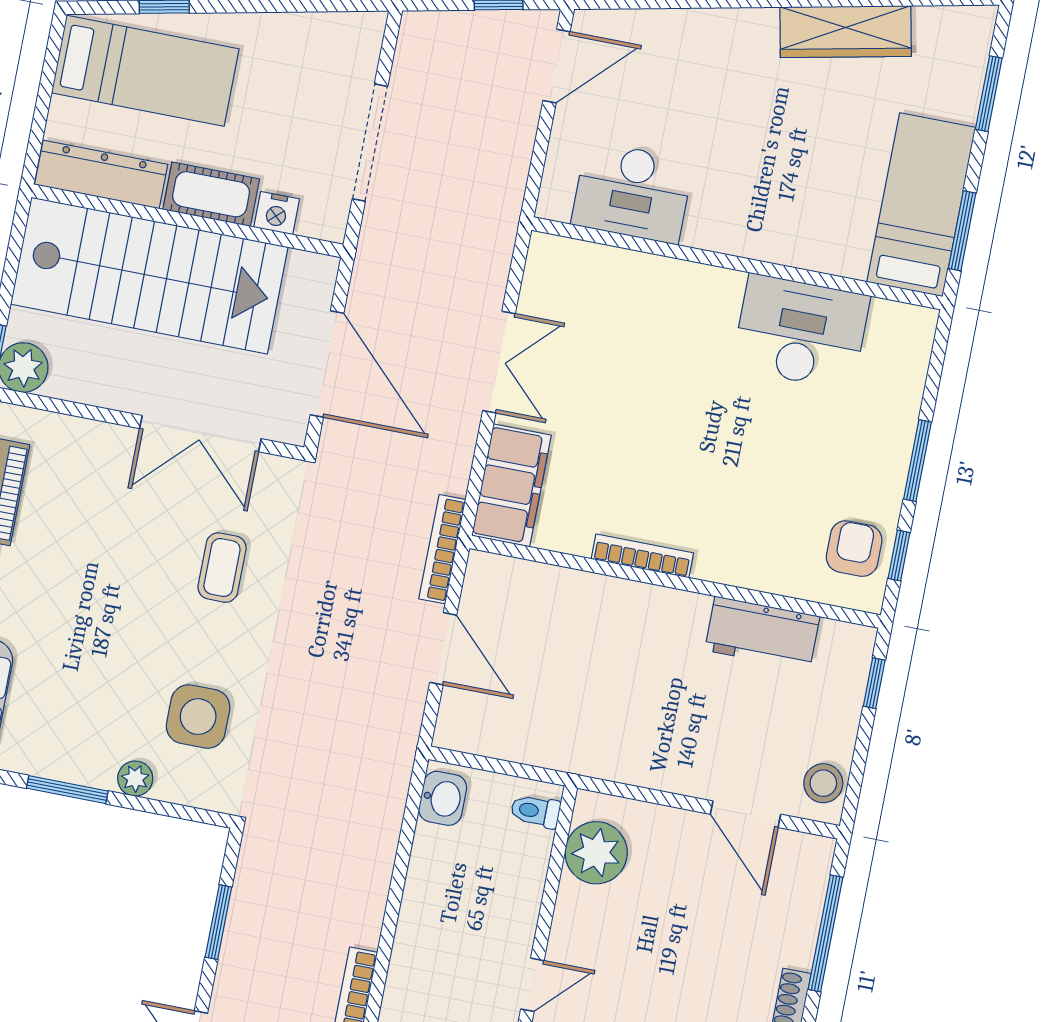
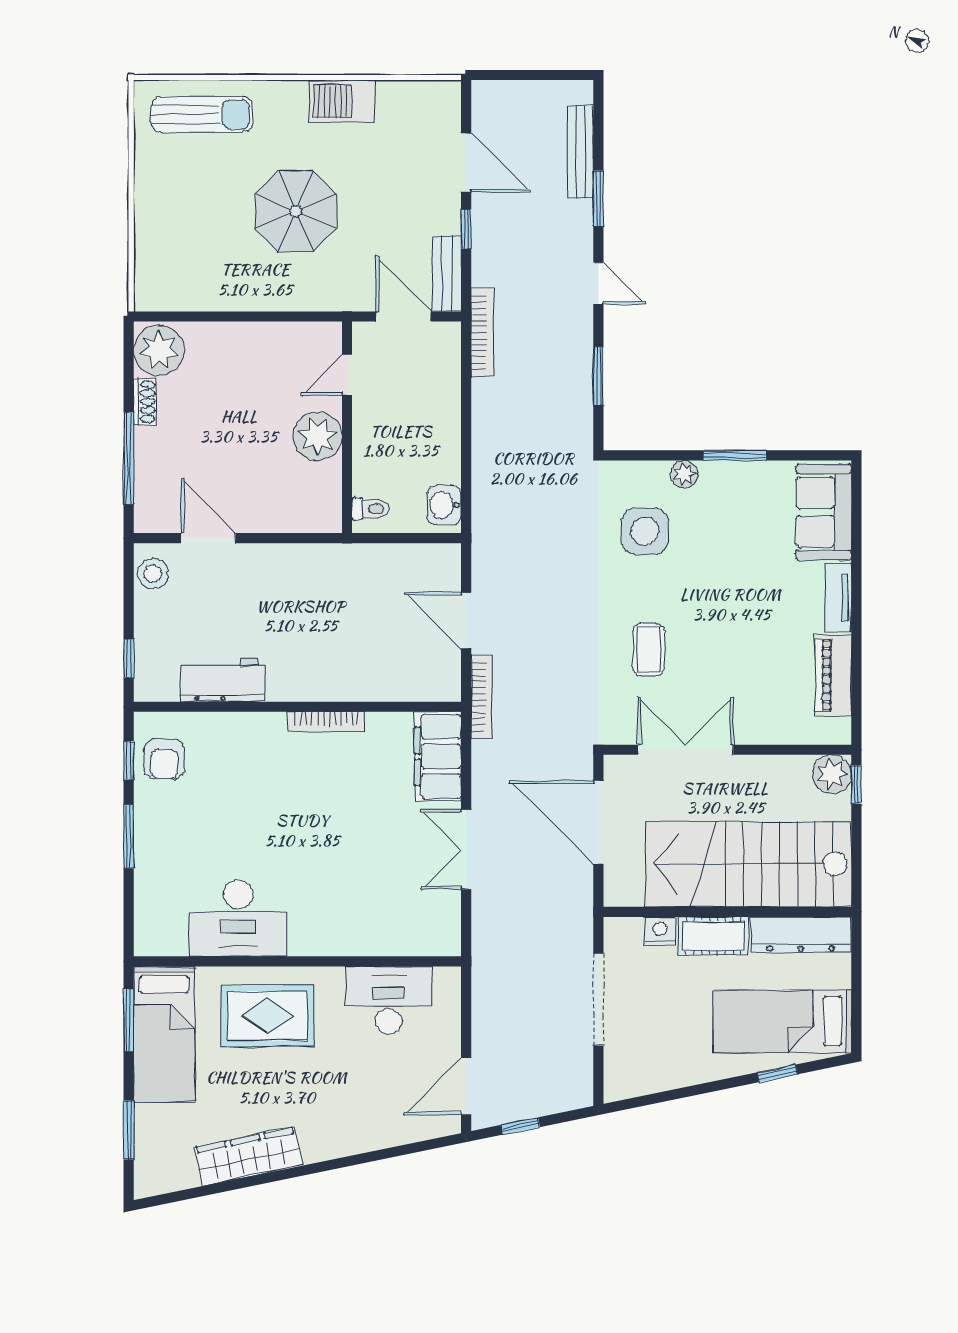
rug: (788, 203) -> (267, 1016), added
plant: (596, 853) -> (318, 436), moved

